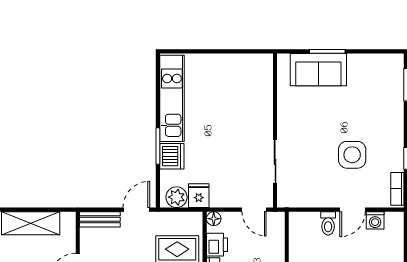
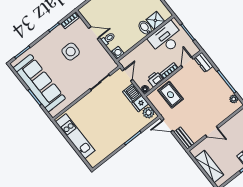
sofa: (318, 70) -> (39, 83), width x1.85, depth x1.27
kitchen unit: (172, 98) -> (75, 136), moved, turned 90
dishwasher: (172, 156) -> (132, 93), moved, turned -90
washing machine: (375, 220) -> (117, 53), moved

